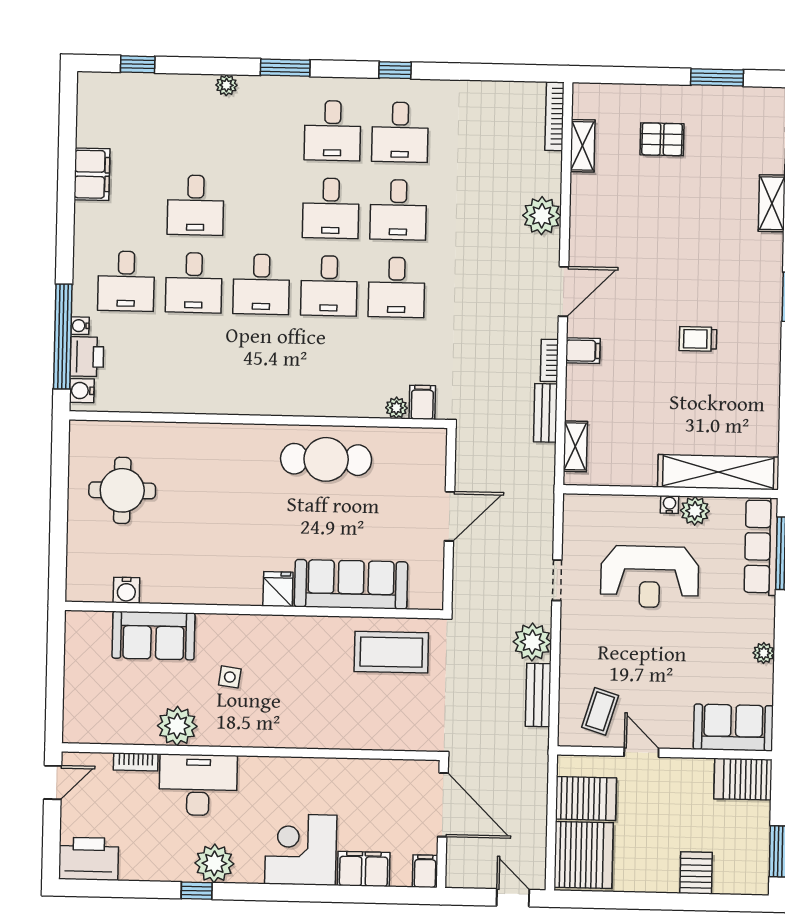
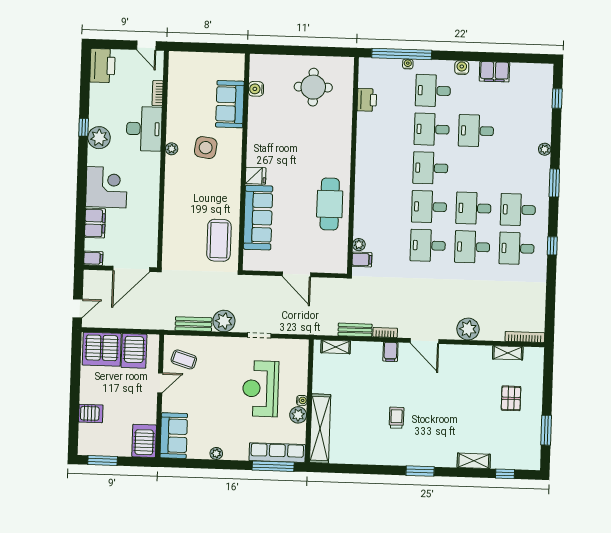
printer: (87, 357) -> (367, 100), moved, turned -90
water cooler: (82, 391) -> (462, 68), moved
side table: (230, 677) -> (206, 148), width x1.87, depth x1.87
plant: (177, 726) -> (172, 149), moved, width x0.53, depth x0.53

